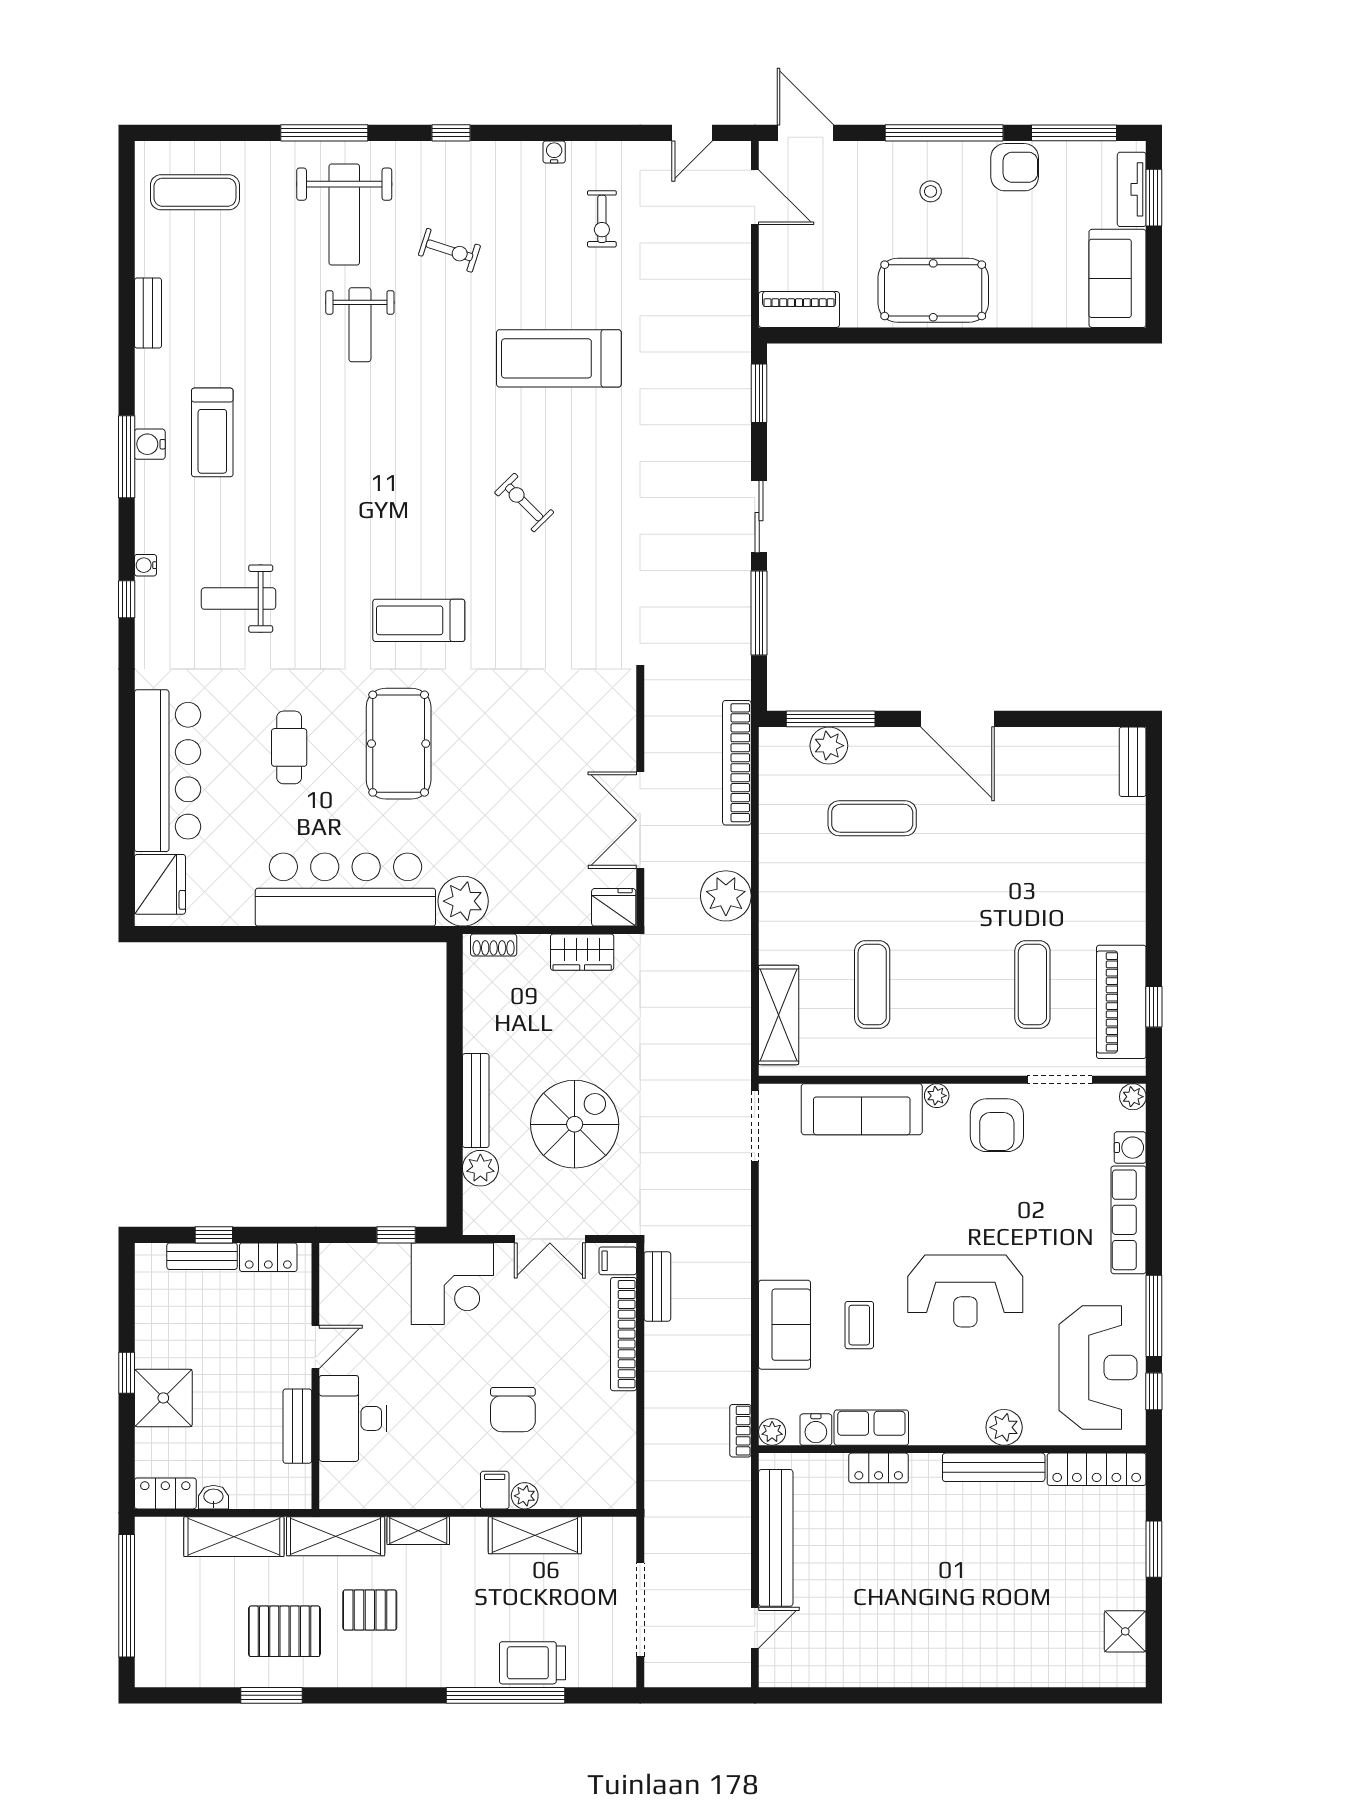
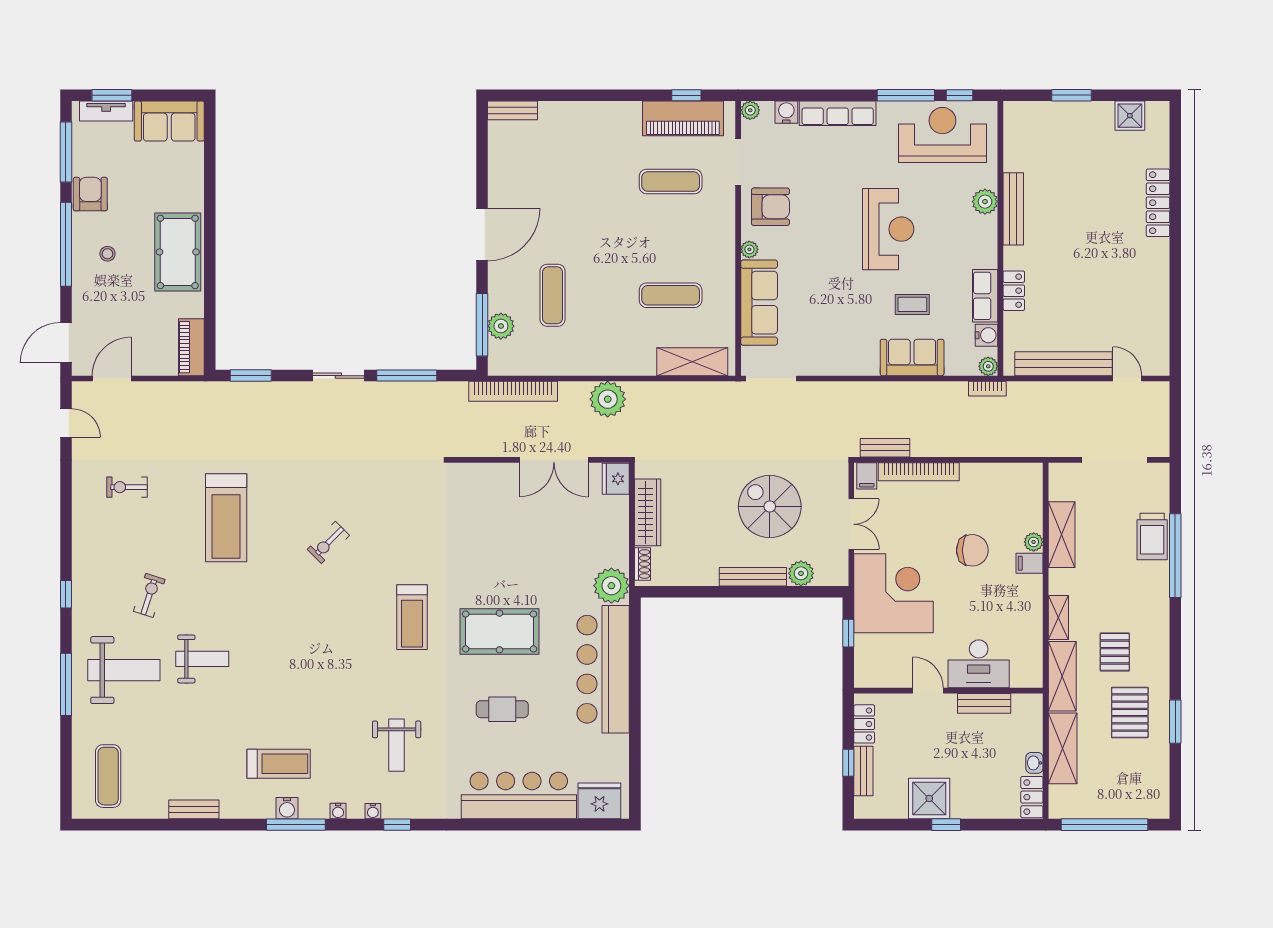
water cooler: (554, 152) -> (338, 811), moved, turned -90
exercise bike: (602, 219) -> (127, 487), turned 180
wardrobe: (582, 952) -> (648, 512), width x1.50
corner desk: (452, 1284) -> (894, 593), width x1.36, depth x1.36
shower: (163, 1398) -> (929, 798), moved
locker: (1097, 1469) -> (1158, 203), moved, turned 180

